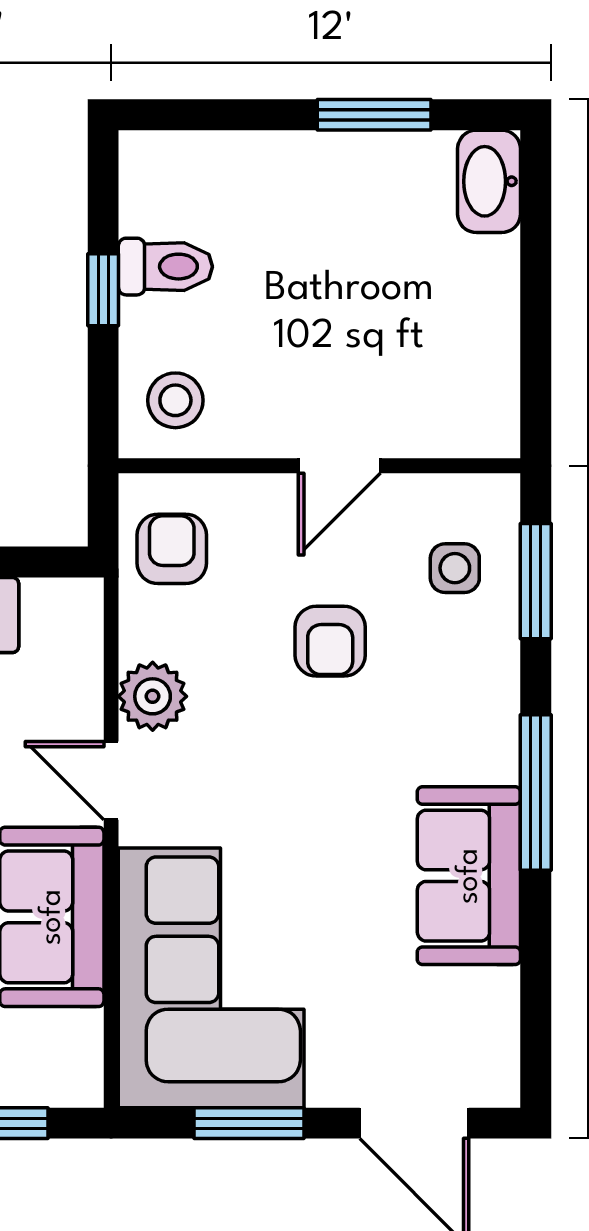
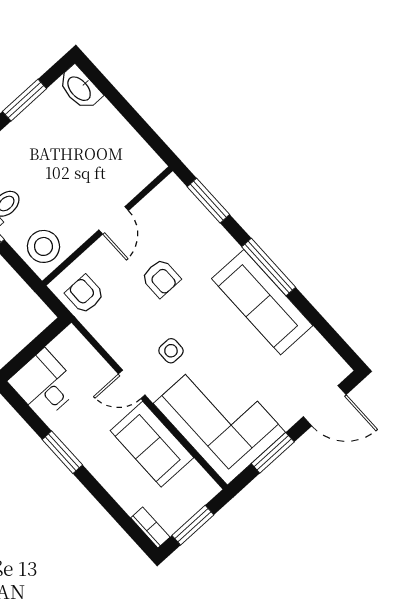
stool: (175, 400) -> (43, 246), width x1.38, depth x1.38
side table: (455, 568) -> (171, 351), moved
plant: (153, 696) -> (121, 346), removed
sofa: (469, 876) -> (262, 302), width x1.36

